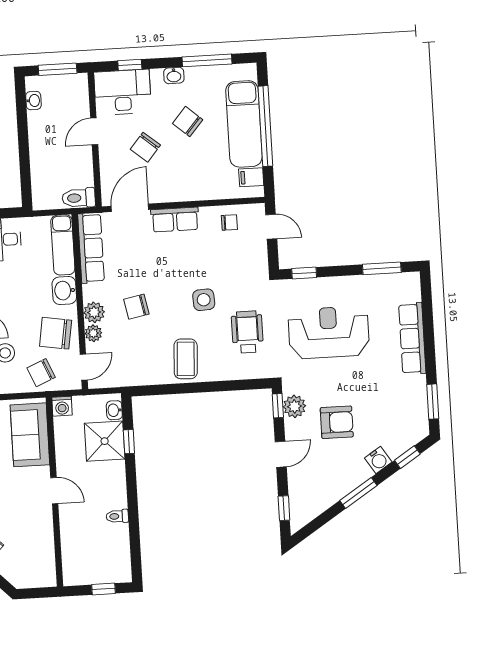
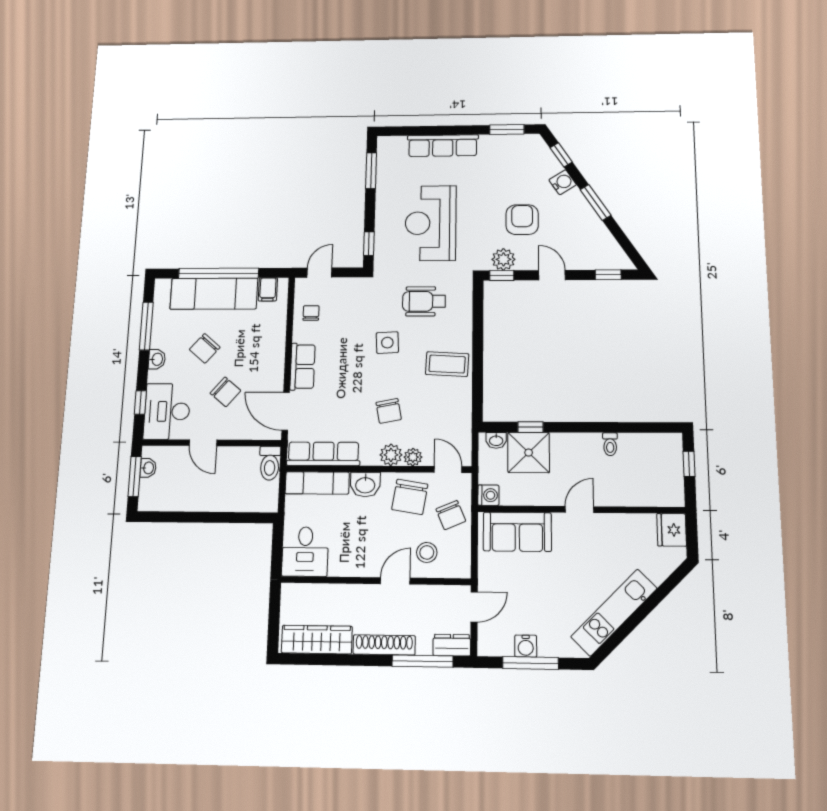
washbasin: (33, 101) -> (148, 468), moved, turned 90
fridge: (41, 575) -> (672, 530), added

